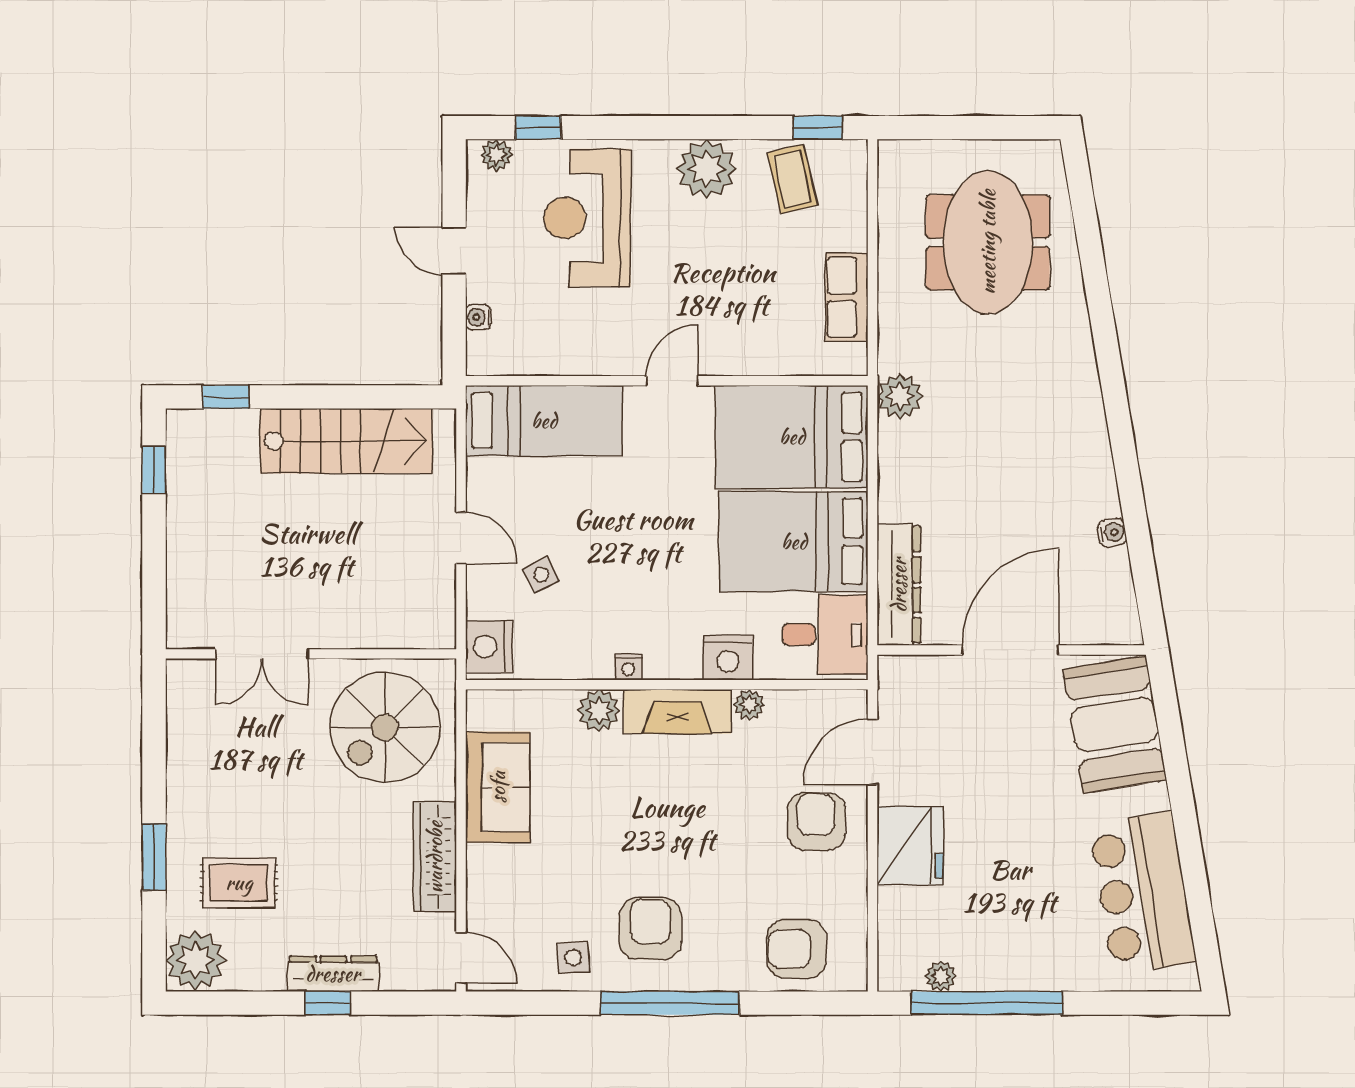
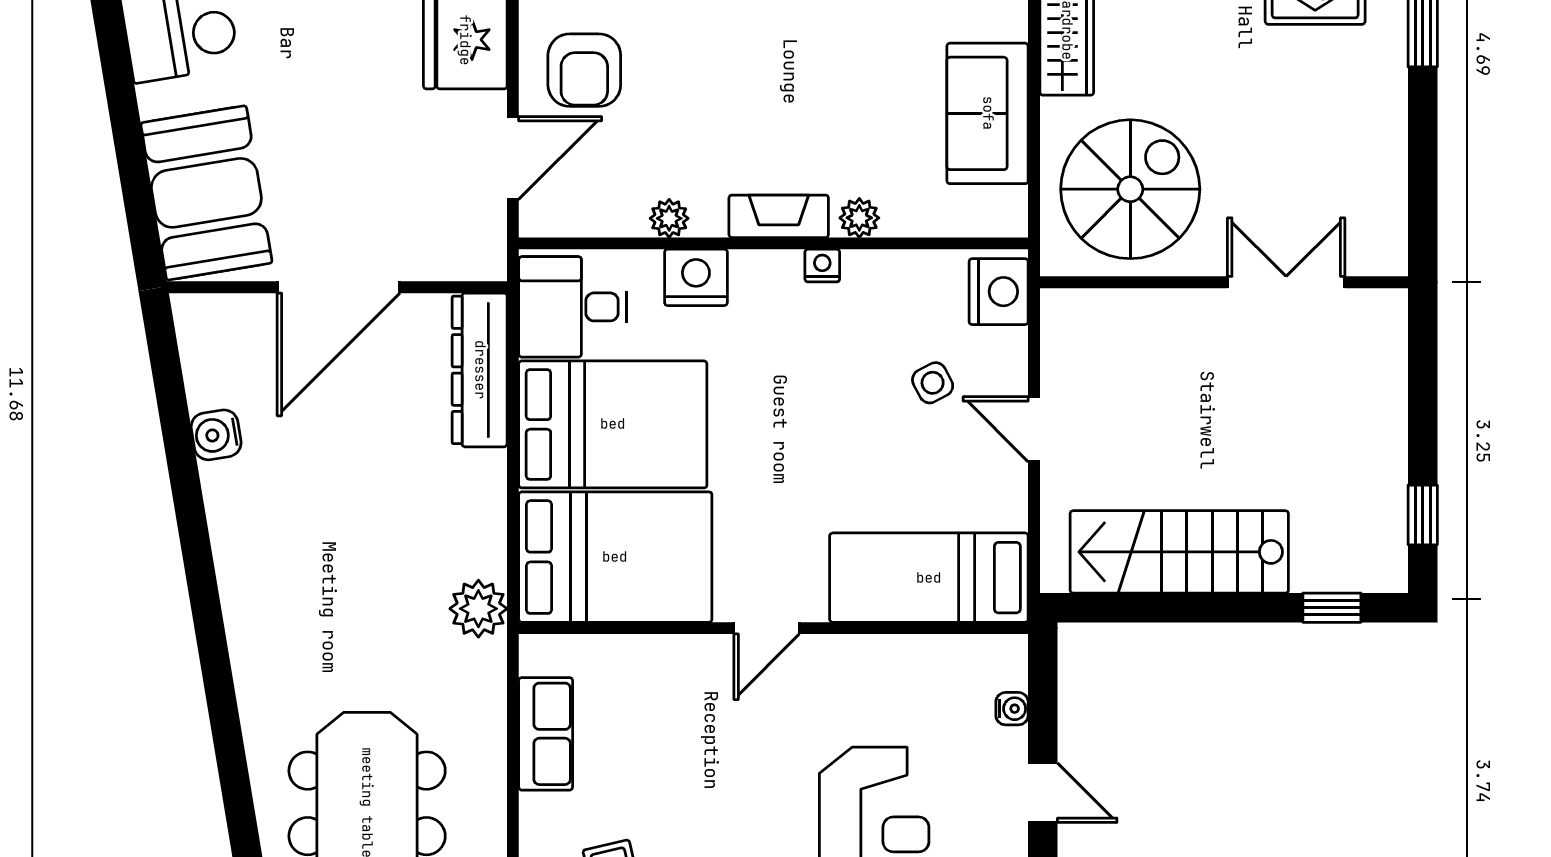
water cooler: (1112, 533) -> (216, 435), width x1.38, depth x1.38
plant: (599, 711) -> (859, 218), width x0.73, depth x0.73
fireplace: (677, 711) -> (779, 216), width x0.73, depth x0.76

